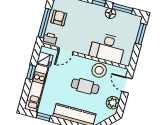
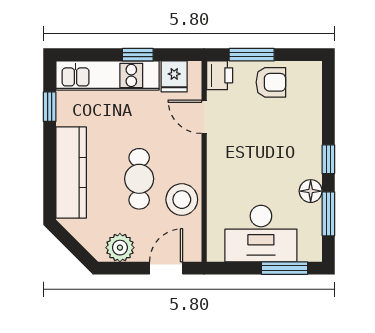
window: (44, 23) -> (252, 55), width x0.69
desk: (108, 48) -> (261, 234), moved, turned -90

